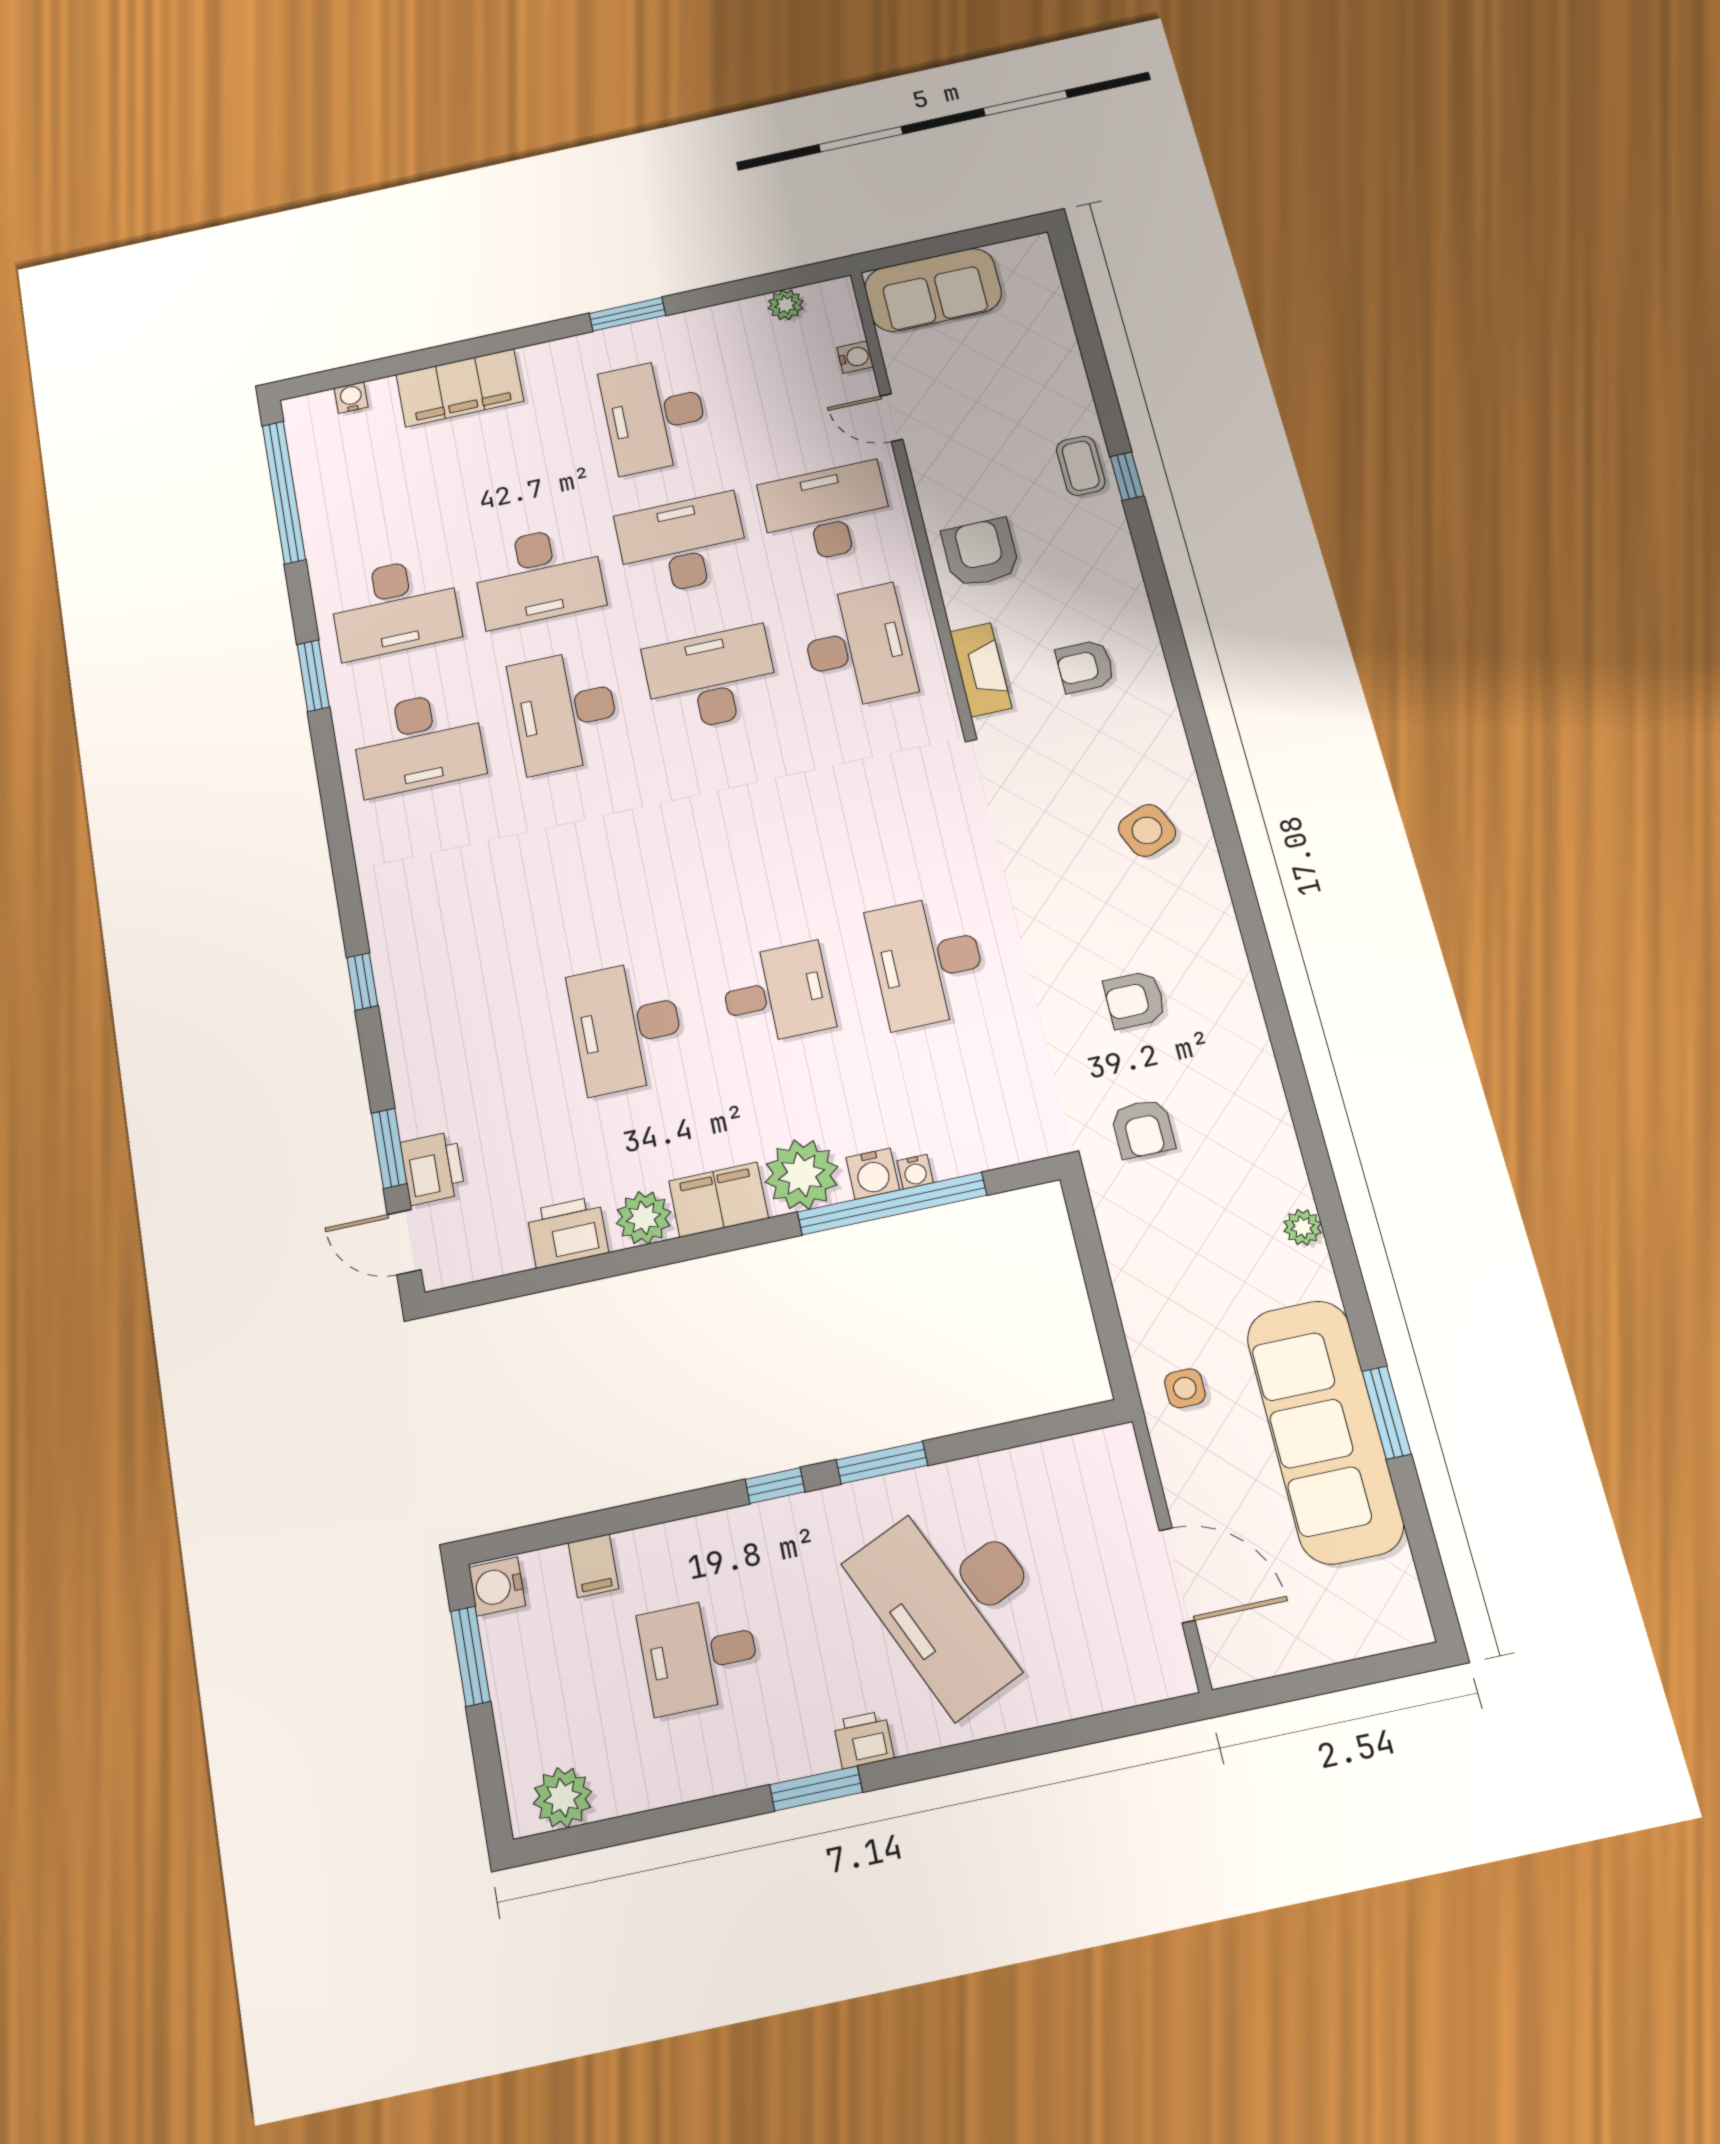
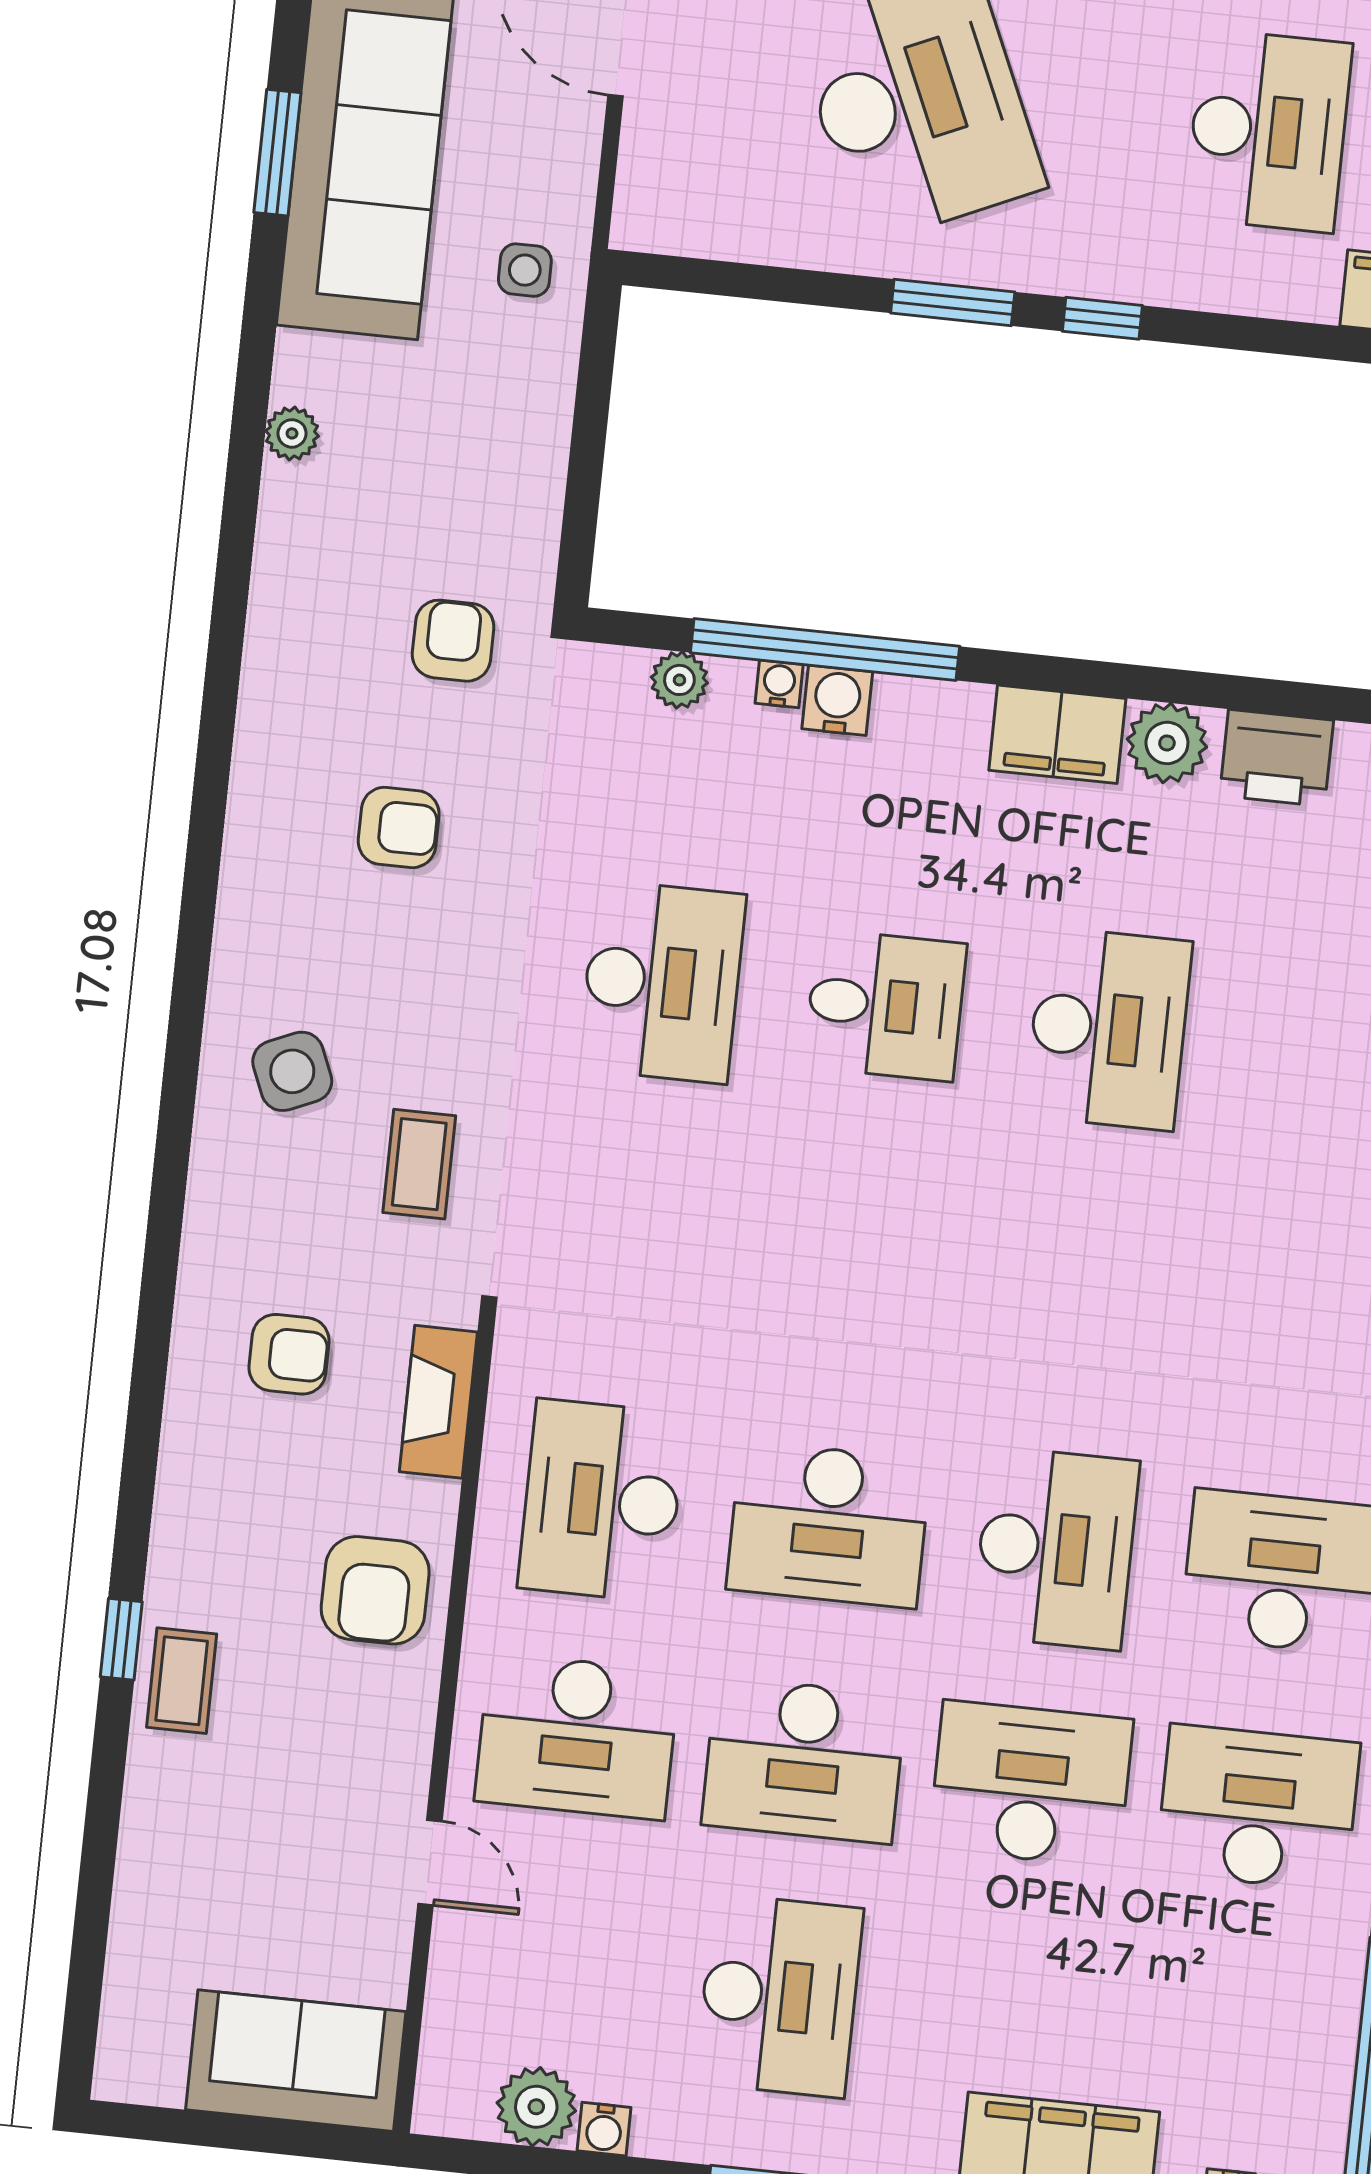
plant: (786, 305) -> (536, 2107), width x1.38, depth x1.38
water cooler: (855, 357) -> (604, 2129), moved, turned -90
coffee table: (1044, 802) -> (419, 1164), added
desk: (777, 994) -> (885, 1005), turned 180
plant: (802, 1175) -> (679, 680), moved, width x0.53, depth x0.53
desk: (699, 1655) -> (1268, 131), width x1.37

